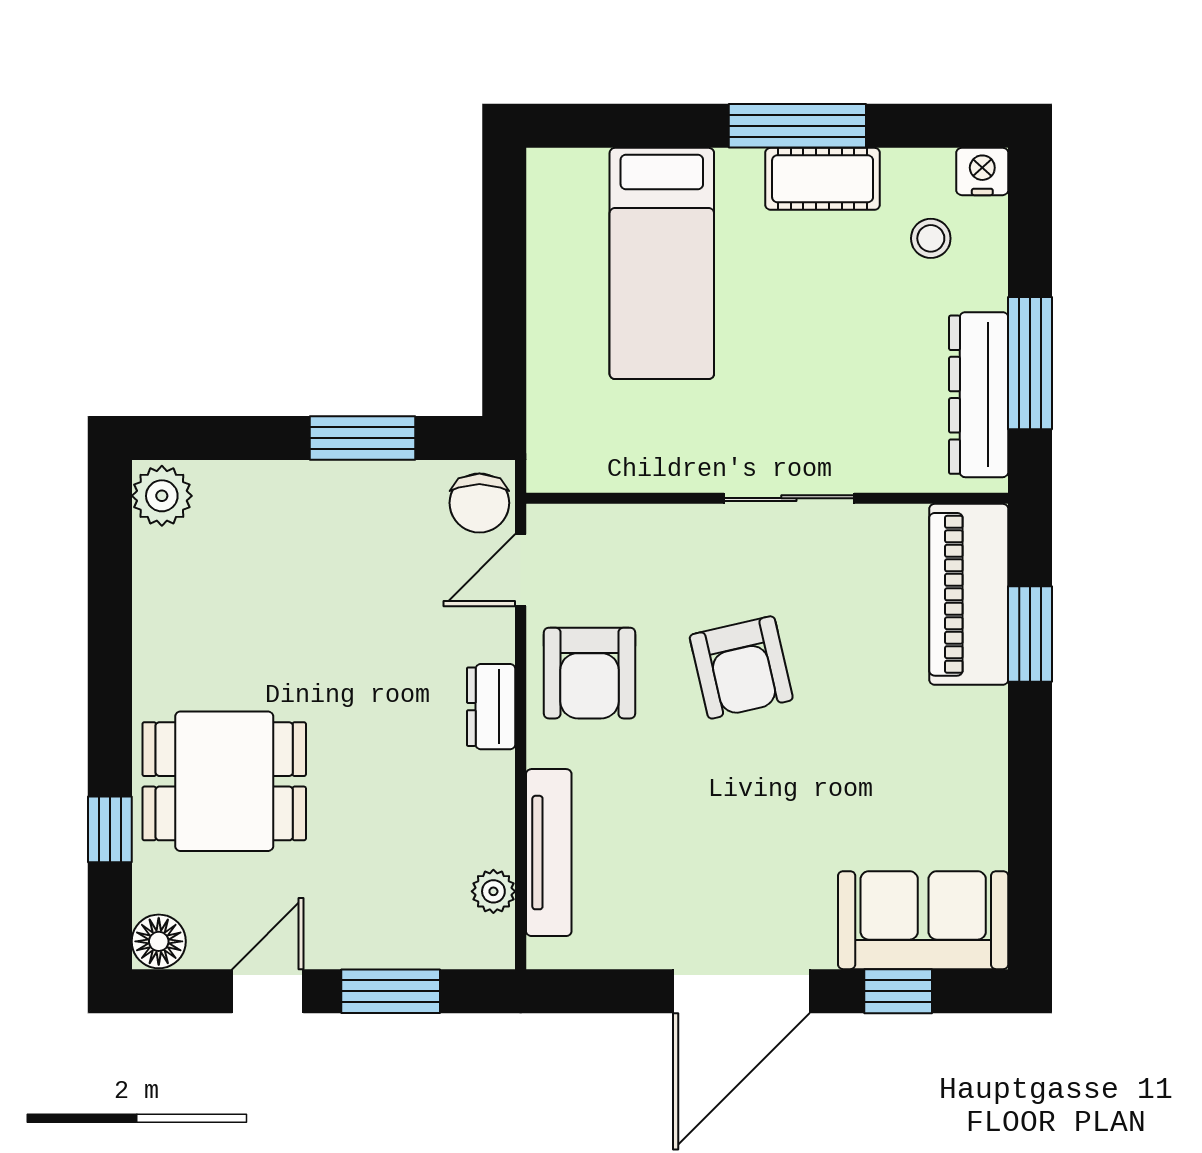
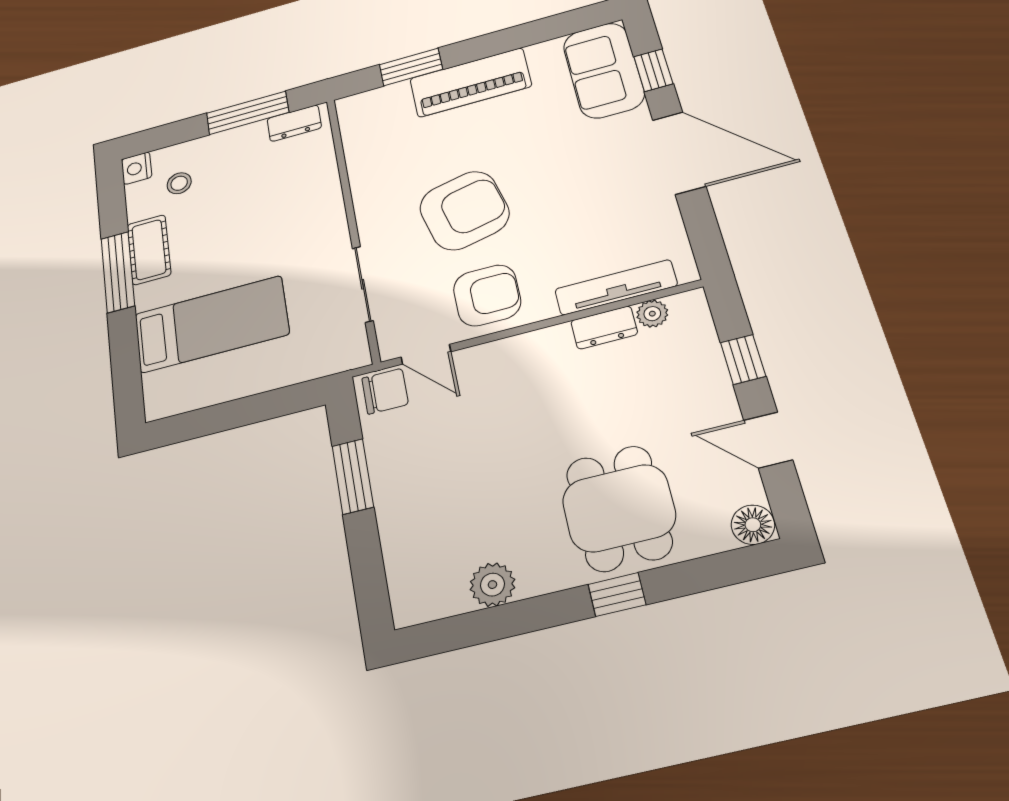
dresser: (979, 395) -> (294, 123), width x0.51, depth x0.80
plant: (162, 496) -> (492, 585), moved
sliding door: (789, 498) -> (363, 284), moved
piano: (969, 594) -> (470, 82), moved
armchair: (741, 667) -> (464, 210), width x1.36, depth x1.36
dresser: (491, 707) -> (604, 327), moved
window: (110, 829) -> (617, 595), moved
window: (391, 991) -> (743, 359), width x0.67

